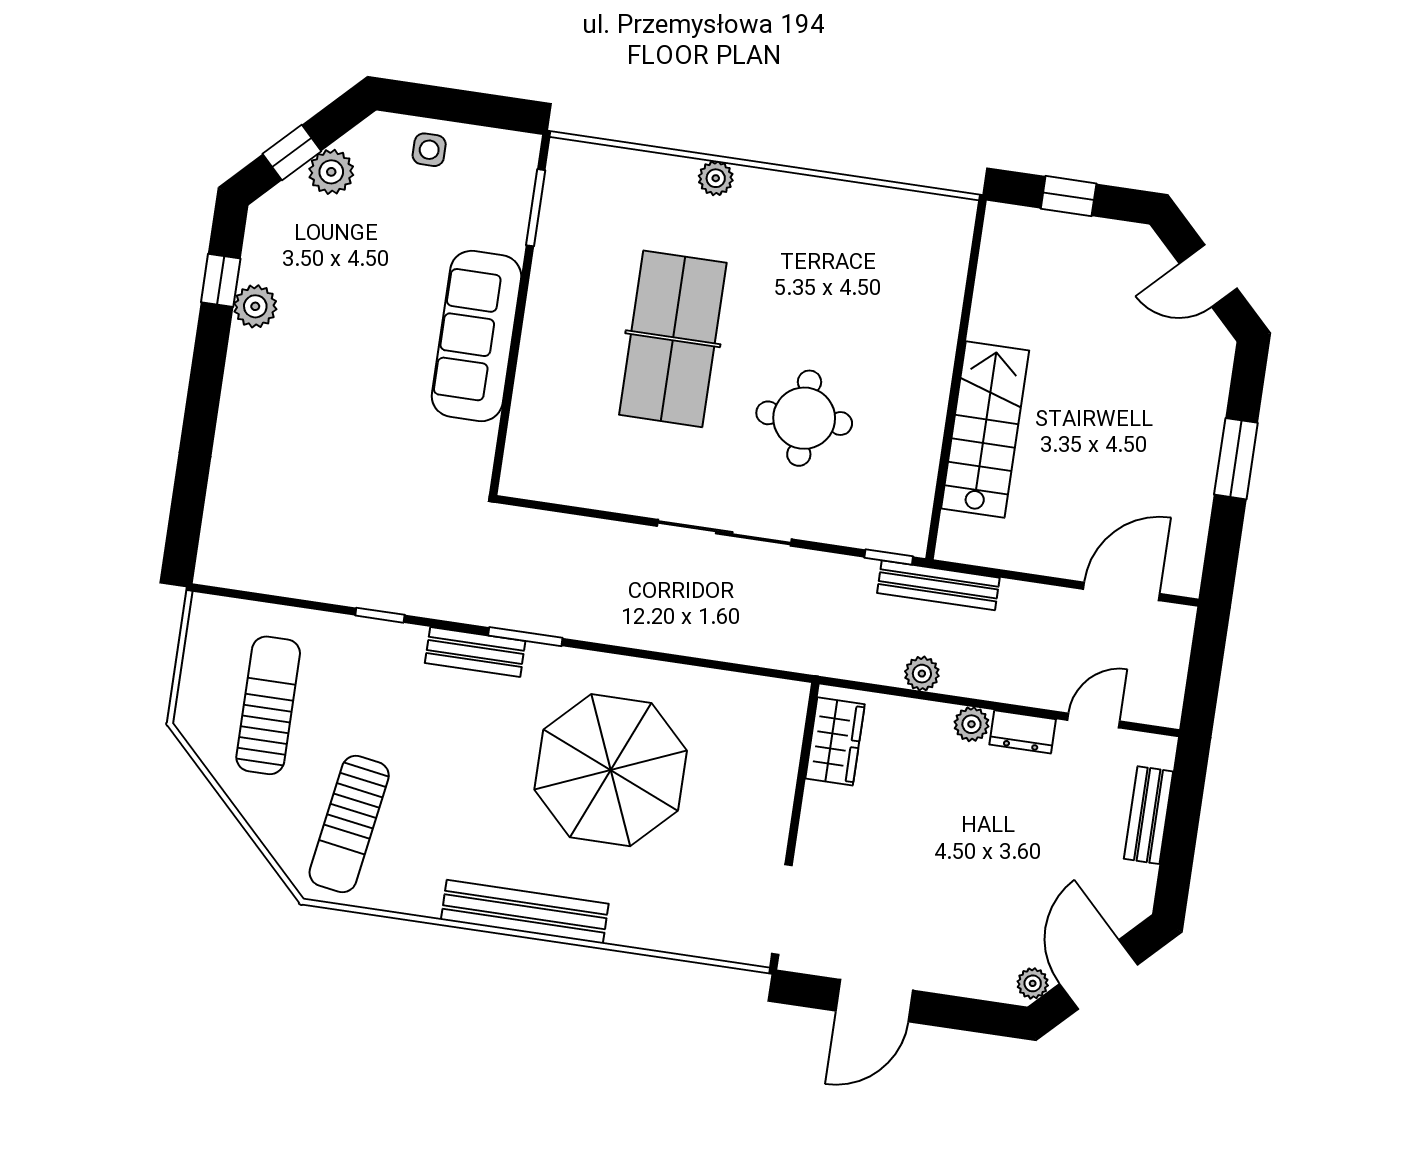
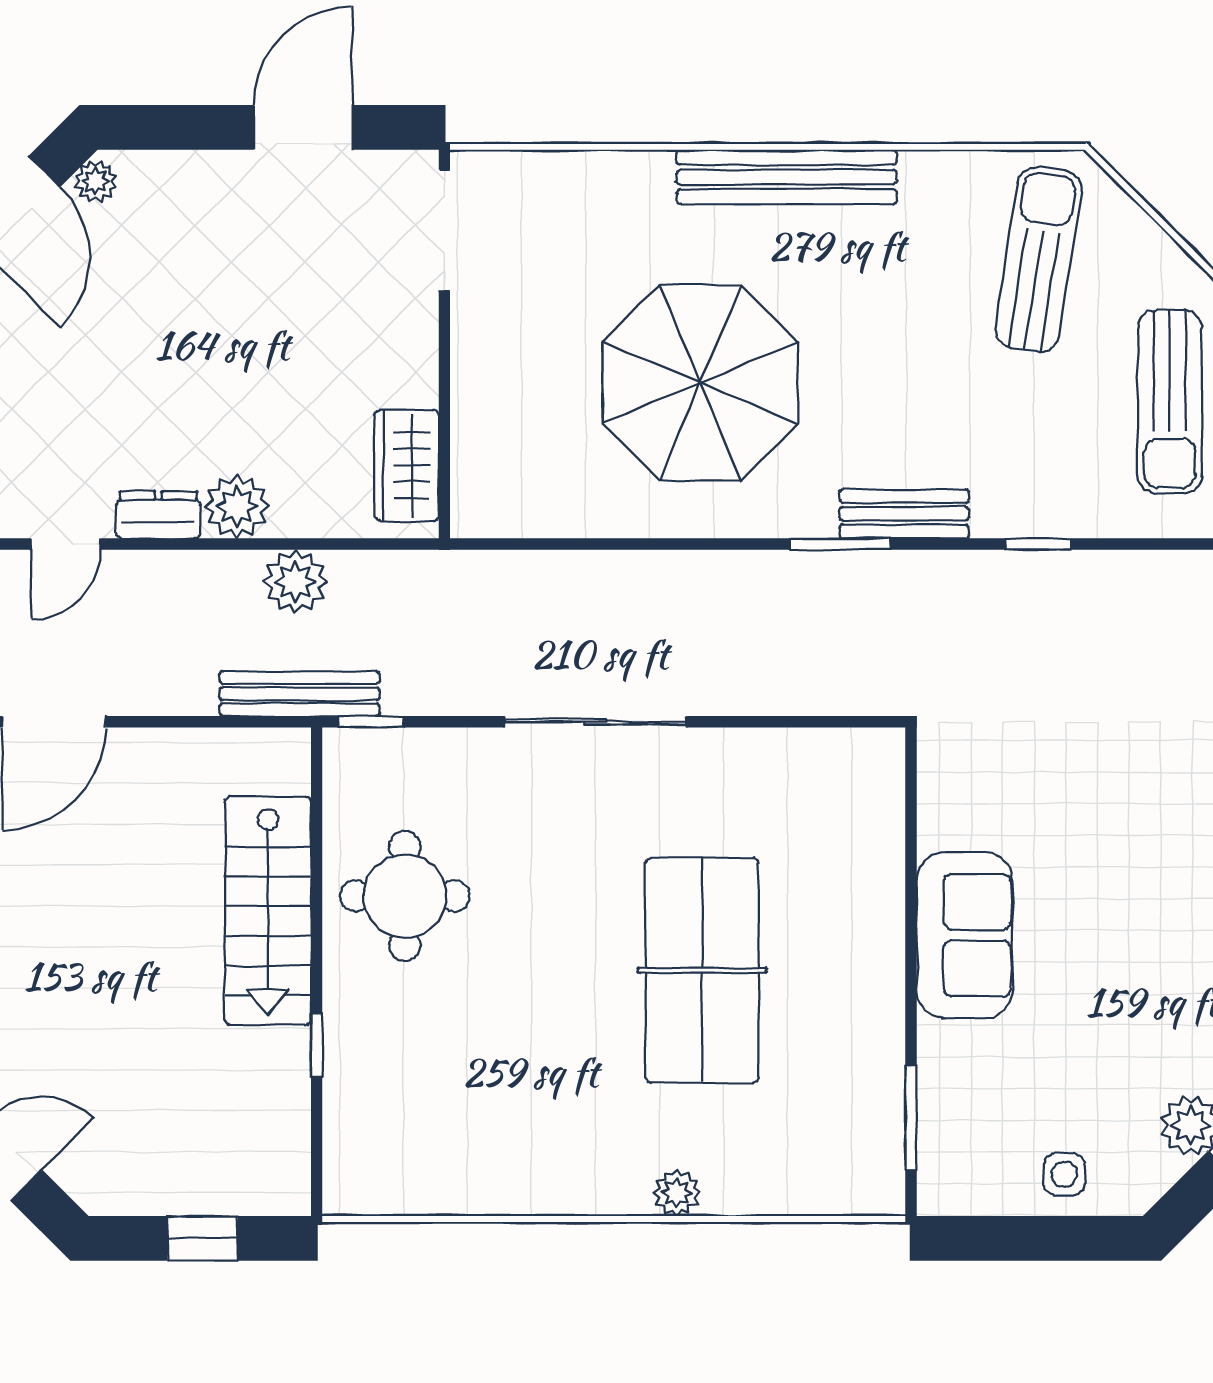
window: (964, 325) -> (317, 1045), added
sofa: (476, 336) -> (965, 935), width x0.73
round table: (804, 418) -> (405, 896), moved
plant: (922, 674) -> (295, 582), width x1.38, depth x1.38
plant: (971, 724) -> (237, 506), width x1.38, depth x1.38

